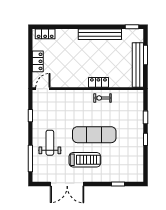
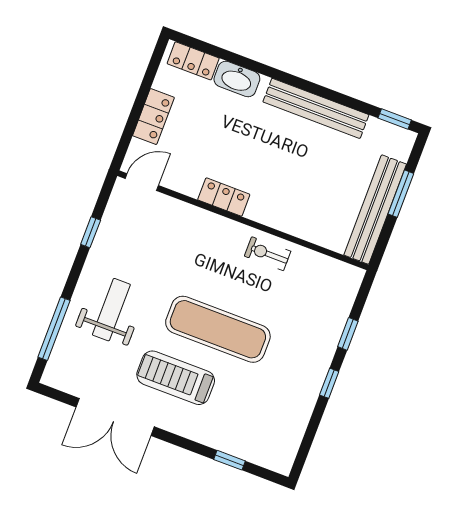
washbasin: (65, 34) -> (237, 79), added
locker: (98, 82) -> (224, 197), moved
treadmill: (85, 160) -> (176, 378), turned 180

